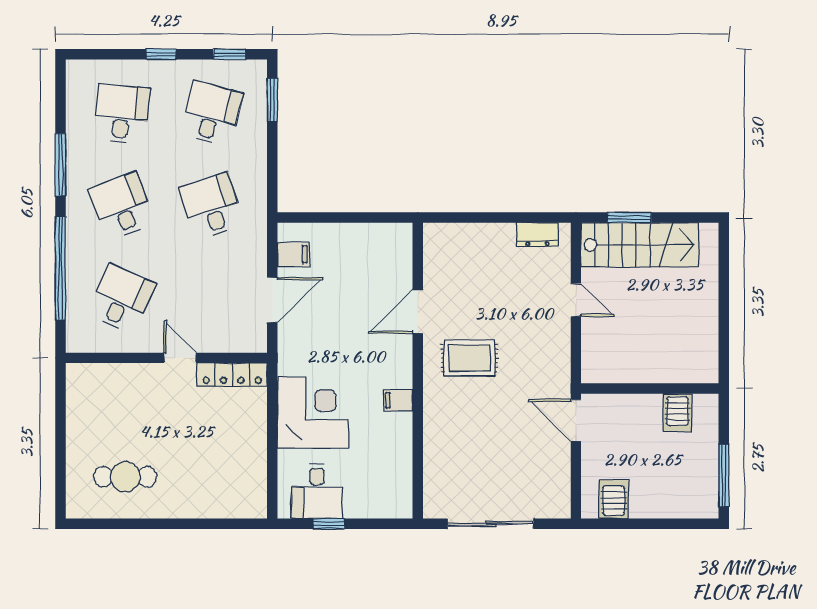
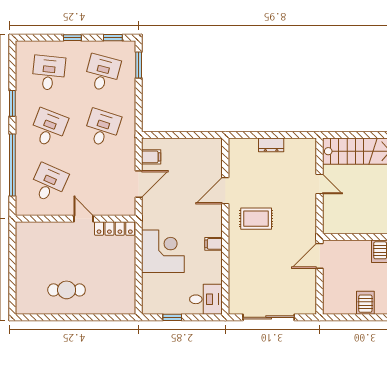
window: (61, 165) -> (12, 103), width x0.69
desk: (121, 206) -> (49, 128), turned 42
desk: (211, 206) -> (102, 128), turned 36
window: (629, 218) -> (351, 135), removed
dresser: (537, 234) -> (271, 145), moved
door: (576, 420) -> (320, 256), hinge flipped
cafe table: (125, 477) -> (67, 290), moved
desk: (317, 491) -> (206, 299), moved, turned -90
server rack: (614, 499) -> (365, 303), moved

